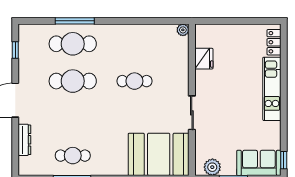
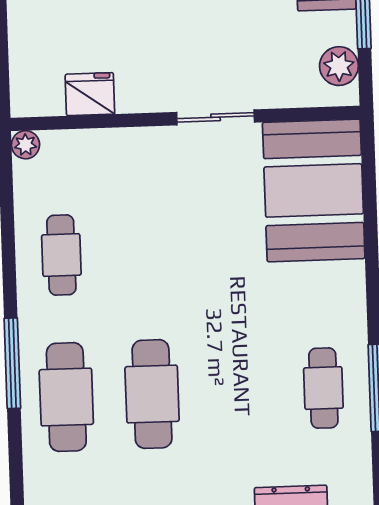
window: (75, 21) -> (12, 363), moved
cafe table: (134, 81) -> (61, 255), moved

